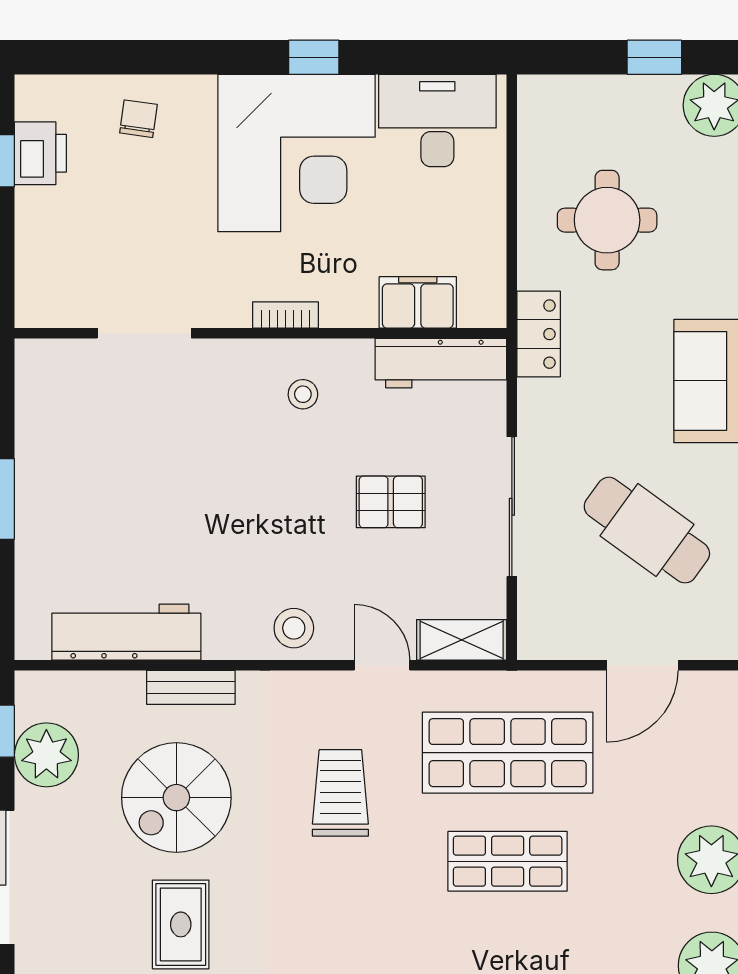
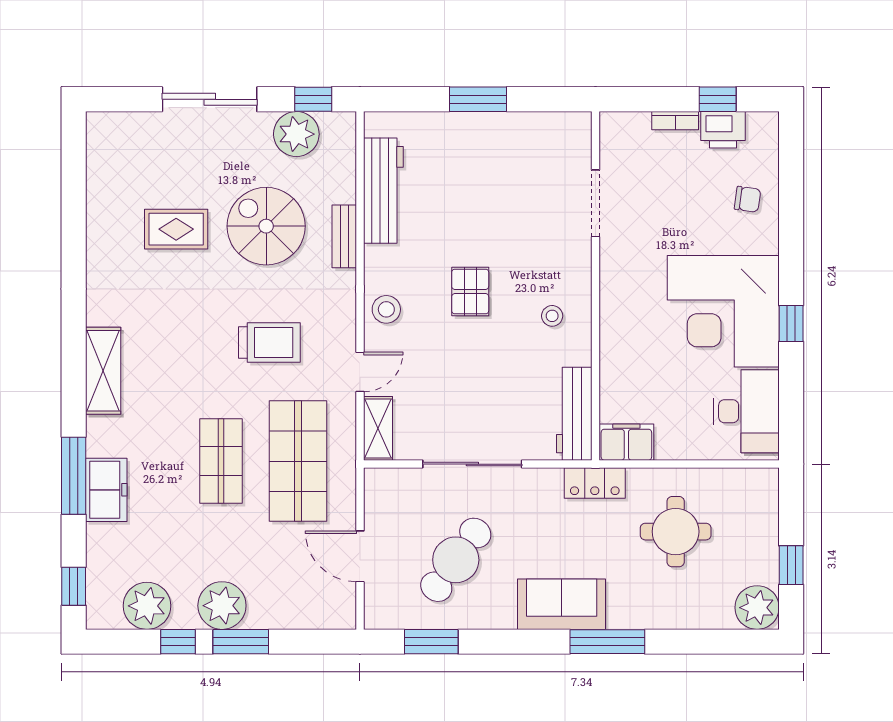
filing cabinet: (418, 302) -> (626, 442), moved, turned -90
bookcase: (286, 315) -> (675, 121), moved, turned 90
pallet: (391, 502) -> (470, 292), moved

